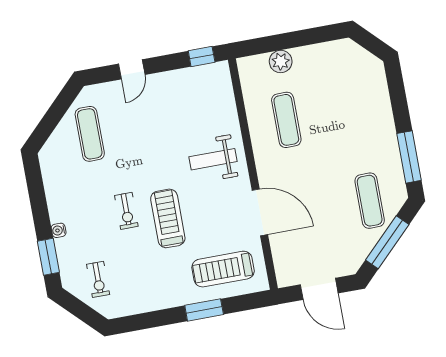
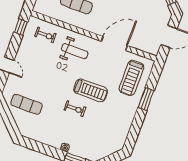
weight bench: (213, 159) -> (75, 51), turned -90
treadmill: (168, 218) -> (91, 90), turned 180
exercise bike: (98, 279) -> (45, 35), moved

